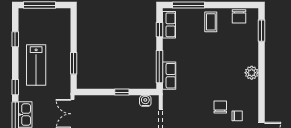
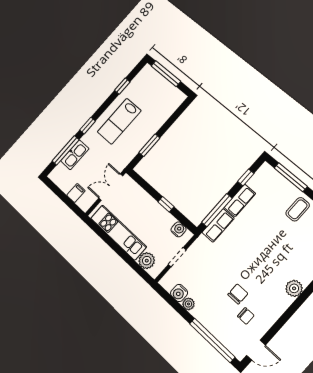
row of seats: (169, 25) -> (240, 200), moved

